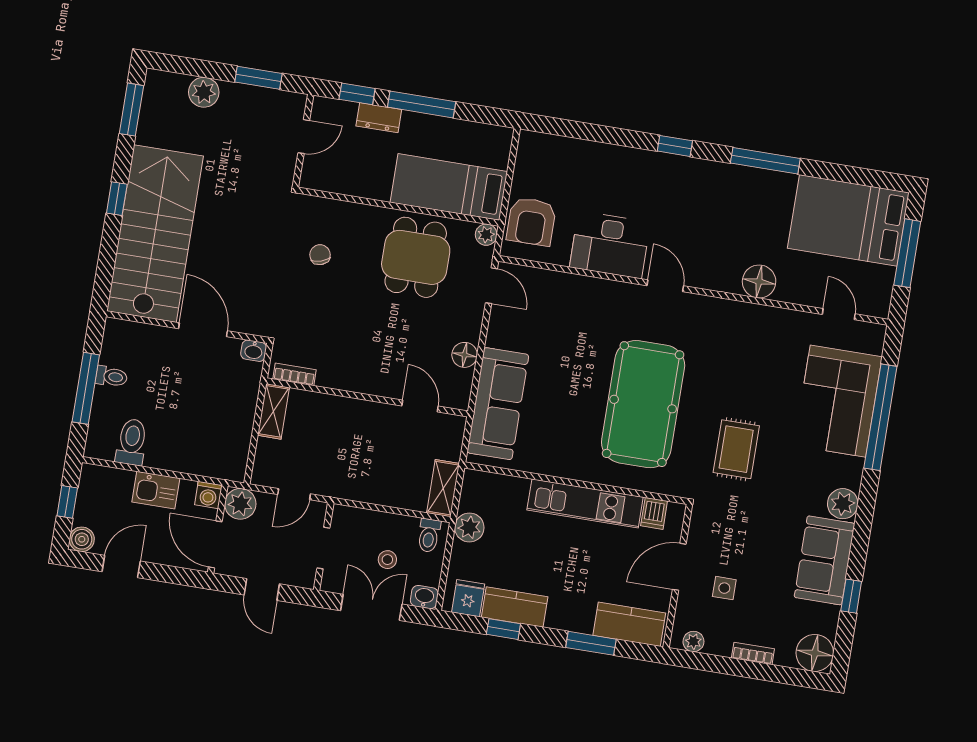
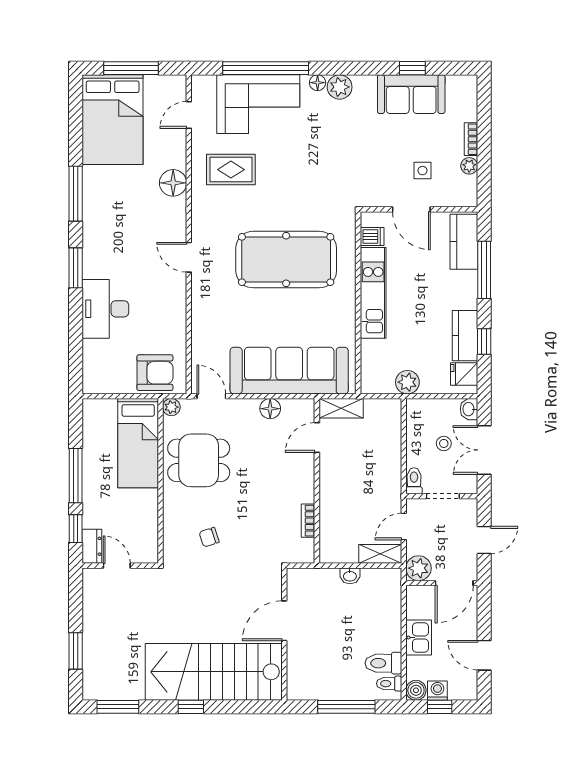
window: (258, 78) -> (76, 651), moved
plant: (204, 92) -> (94, 651), removed
dresser: (379, 118) -> (92, 546), moved
window: (675, 146) -> (76, 268), width x1.50
desk: (610, 245) -> (105, 309), moved, turned 180
door: (491, 286) -> (211, 396), hinge flipped
door: (665, 286) -> (189, 257), hinge flipped
washbasin: (254, 351) -> (350, 576), moved, turned 90
bookcase: (294, 374) -> (308, 521), moved
toilet: (111, 377) -> (389, 684), moved, turned -90
sofa: (498, 404) -> (289, 371), width x1.36, depth x1.27
shelving: (273, 411) -> (380, 554), moved
rug: (736, 449) -> (231, 170), moved
shelving: (443, 488) -> (341, 408), moved
door: (294, 494) -> (404, 527), swing flipped
washing machine: (208, 495) -> (437, 691), moved, turned -90
toilet: (429, 535) -> (414, 481), moved, turned -90
boiler: (82, 539) -> (416, 690), moved
sofa: (825, 560) -> (411, 94), moved
plant: (693, 642) -> (469, 166), moved
window: (591, 643) -> (484, 270), width x1.44
floor lamp: (815, 653) -> (318, 83), moved, width x0.53, depth x0.53

